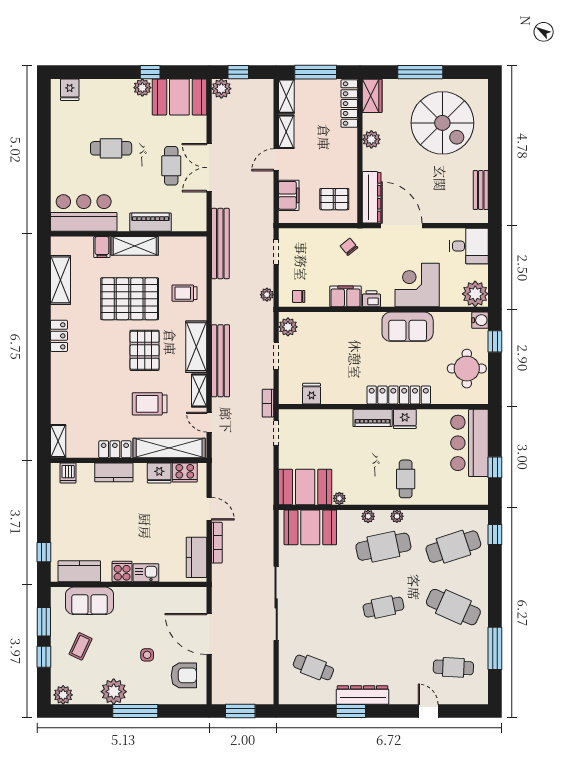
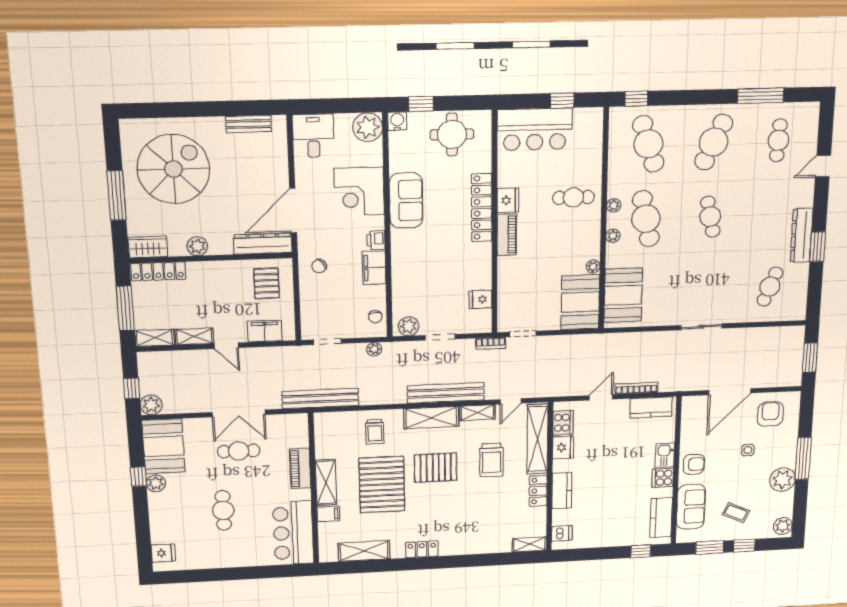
armchair: (135, 602) -> (694, 464), added
sliding door: (276, 603) -> (702, 327), width x0.54

